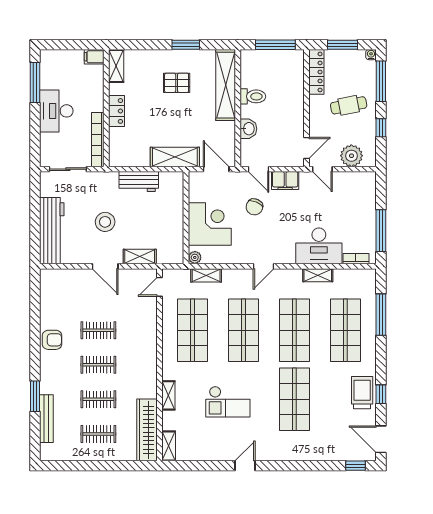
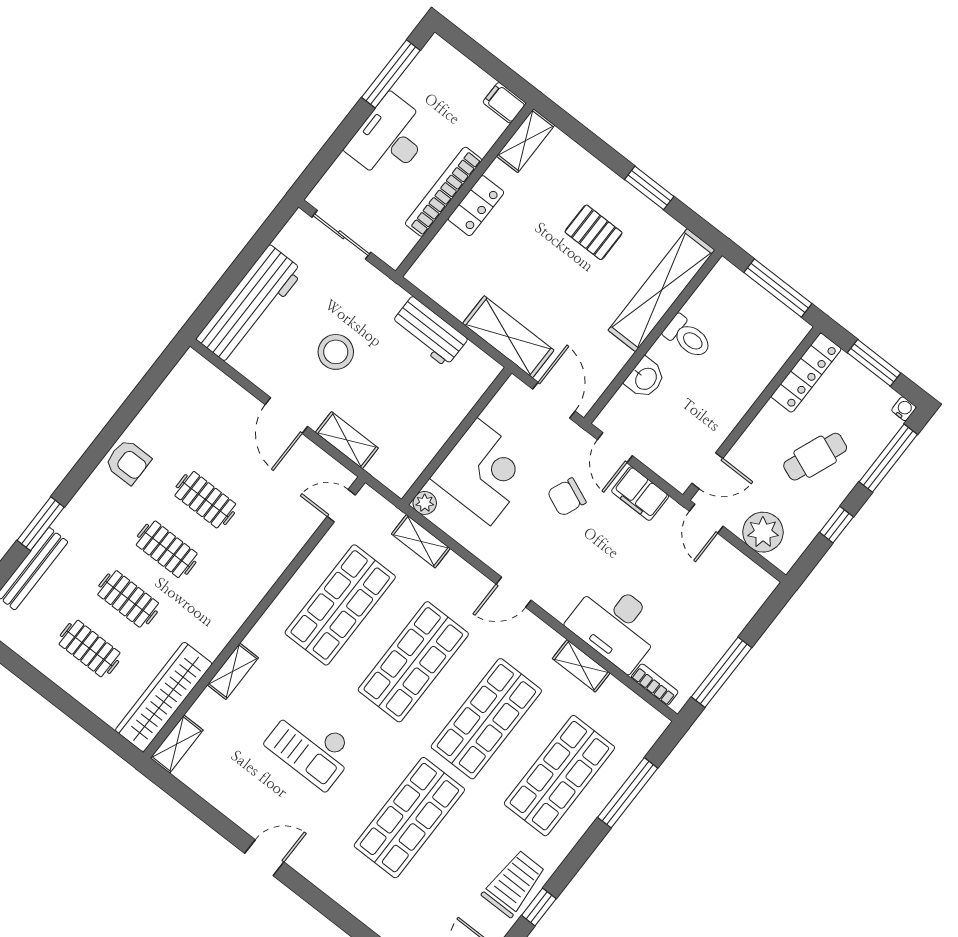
cafe table: (349, 105) -> (815, 457), turned -57
bookcase: (98, 140) -> (443, 192), moved

